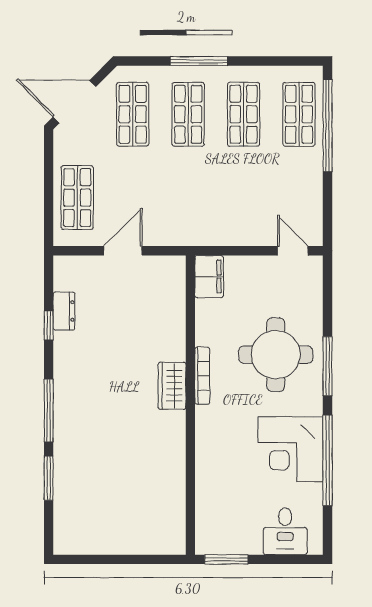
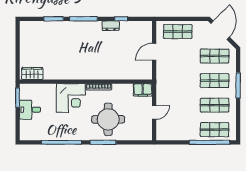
door: (123, 251) -> (154, 52), swing flipped
door: (293, 251) -> (154, 112), moved
dresser: (64, 311) -> (111, 26), moved
wardrobe: (172, 386) -> (32, 73), moved
corner desk: (290, 449) -> (71, 98), moved, turned 180
desk: (285, 531) -> (30, 110), moved

